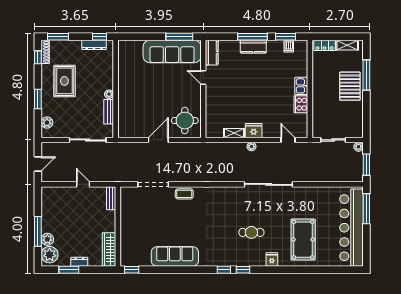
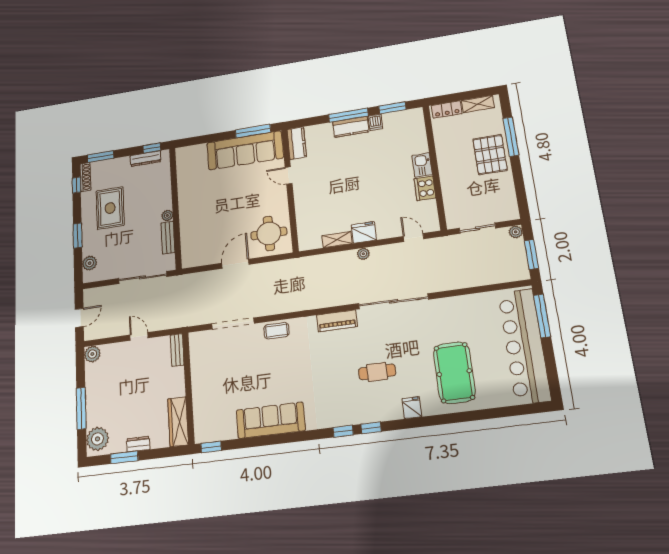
dishwasher: (289, 46) -> (376, 122), moved
piano: (228, 193) -> (337, 321), added
plant: (47, 239) -> (92, 354), moved

